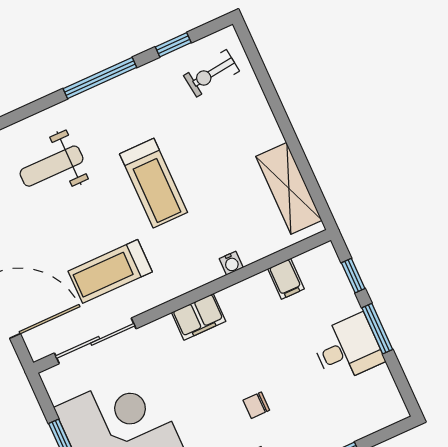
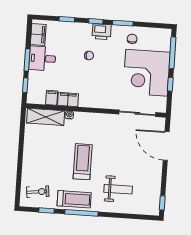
shelving: (289, 188) -> (46, 117), moved, turned 90
treadmill: (110, 271) -> (74, 199), moved
filing cabinet: (199, 317) -> (68, 100), moved
filing cabinet: (382, 392) -> (38, 34), added

